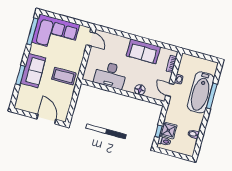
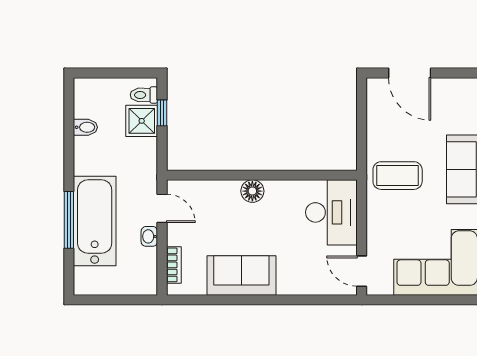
desk: (110, 75) -> (331, 212), moved, turned 90
floor lamp: (140, 90) -> (252, 191), moved

